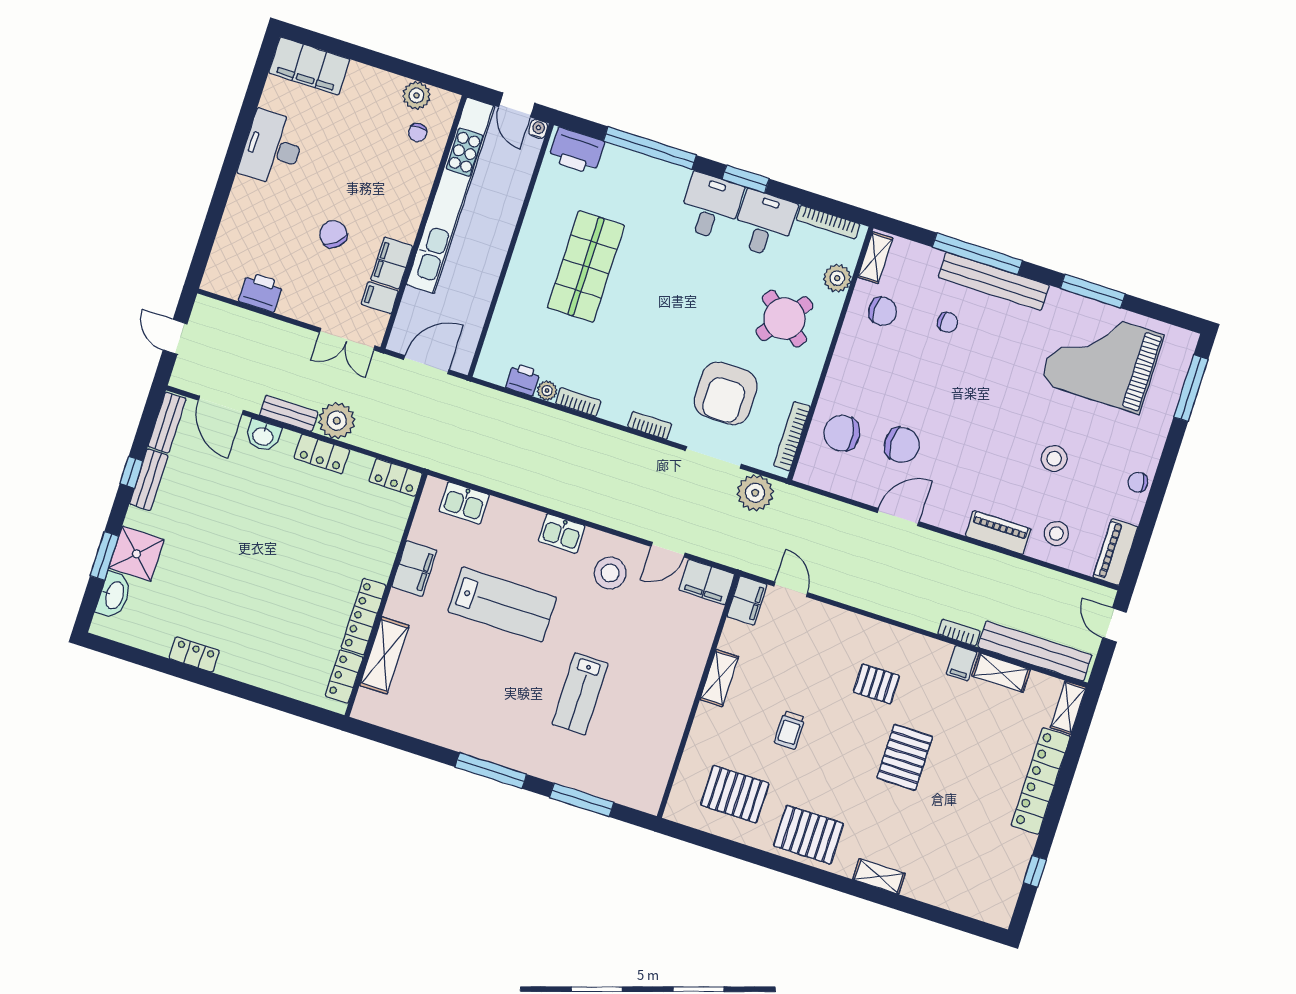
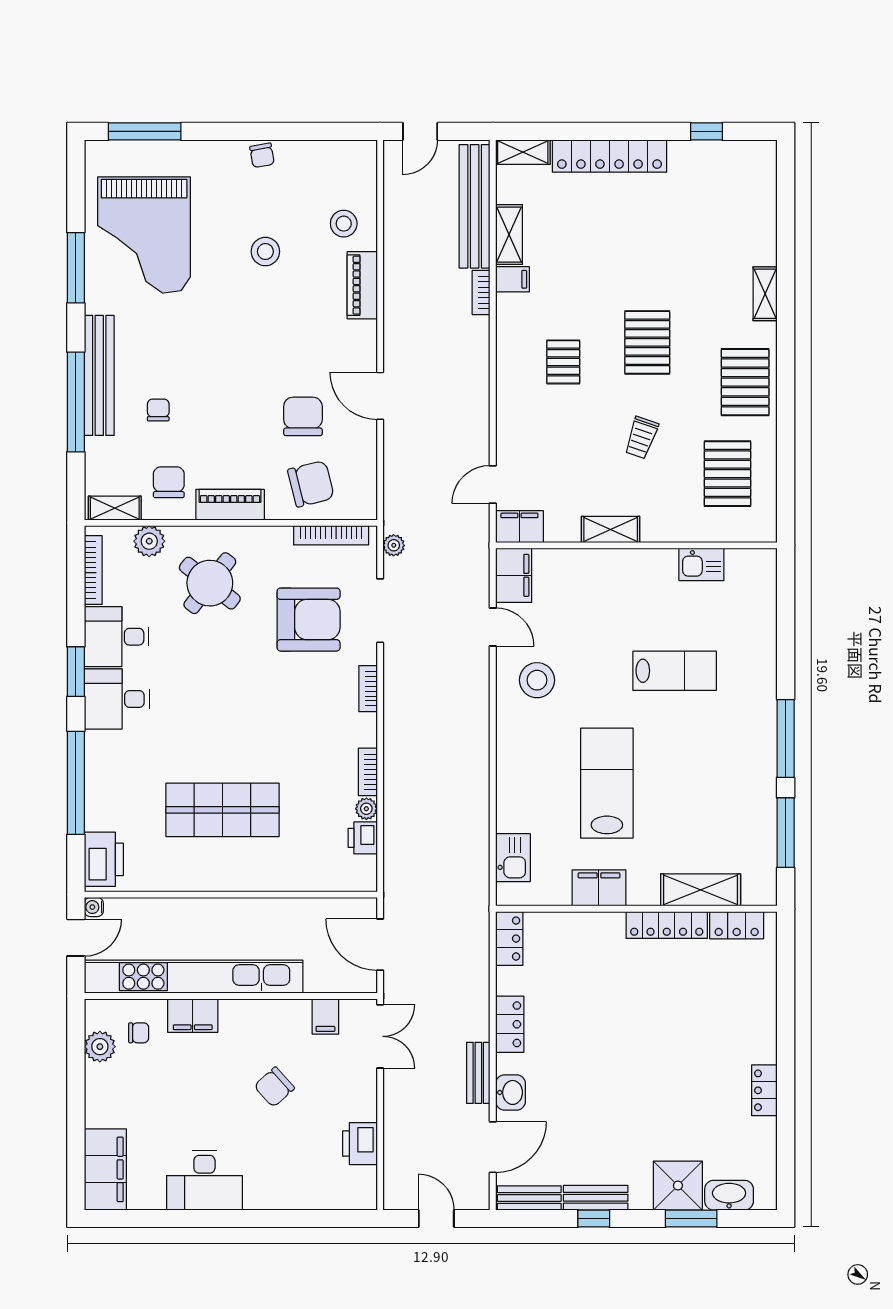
filing cabinet: (392, 263) -> (193, 1016), moved
door: (175, 337) -> (436, 1219), swing flipped
plant: (337, 421) -> (470, 1020), removed
chair: (842, 433) -> (311, 484), turned -96
plant: (755, 493) -> (394, 545), width x0.53, depth x0.53
kitchen sink: (562, 533) -> (701, 564), moved, turned 90
piano: (1115, 552) -> (230, 505), moved, turned 180
trolley: (790, 730) -> (641, 438), turned 109
pallet: (905, 757) -> (647, 342), moved, turned 90
window: (582, 800) -> (786, 833), moved

